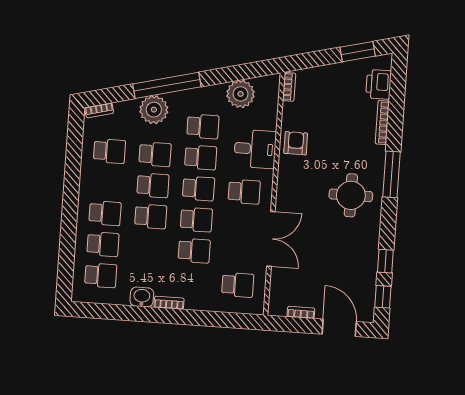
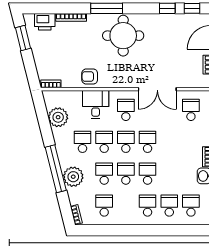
round table: (351, 195) -> (123, 36), width x1.36, depth x1.36
double door: (271, 239) -> (157, 89), swing flipped
school desk: (194, 251) -> (169, 142), removed

